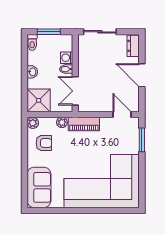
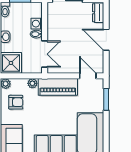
double door: (75, 91) -> (45, 54), swing flipped
piano: (84, 124) -> (58, 87), width x1.37, depth x1.33

